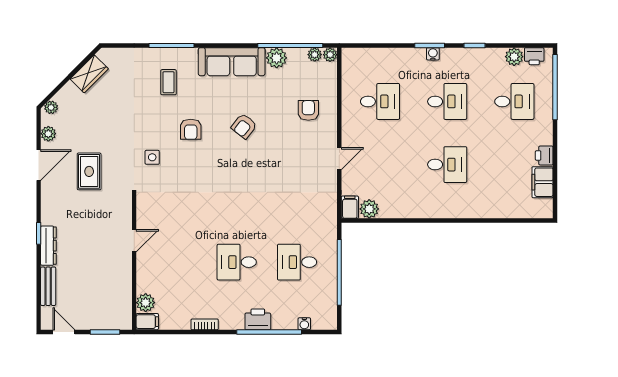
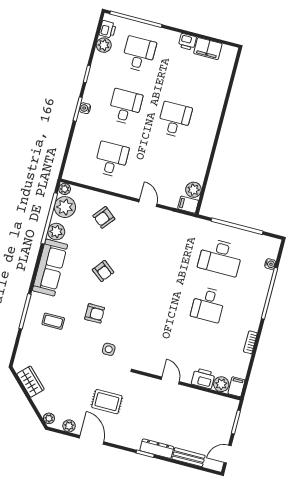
plant: (315, 55) -> (65, 207), width x1.88, depth x1.88
armchair: (308, 110) -> (104, 217), turned -51
desk: (297, 262) -> (220, 257), width x1.37
printer: (258, 319) -> (203, 378), moved, turned 90

